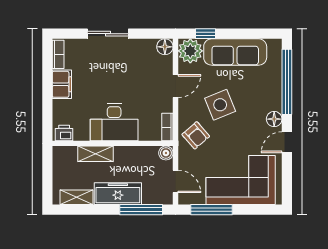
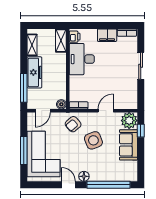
floor lamp: (165, 47) -> (132, 104), removed
sofa: (235, 52) -> (128, 145), width x0.73
door: (176, 86) -> (106, 111), swing flipped
desk: (114, 122) -> (82, 59), moved
shelving: (96, 154) -> (61, 41), moved
window: (212, 210) -> (24, 151), moved

